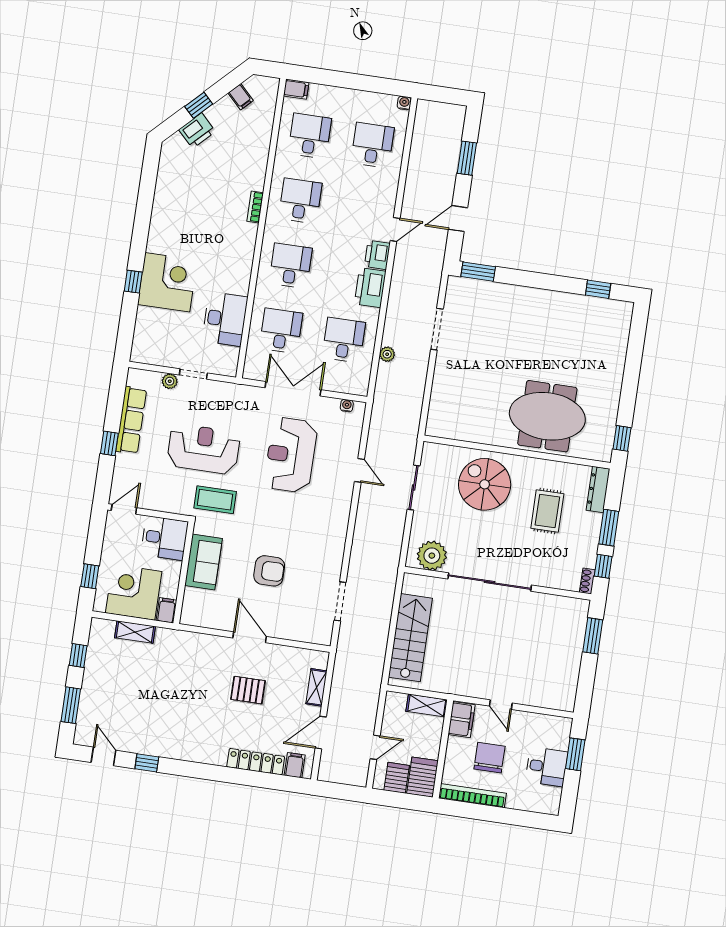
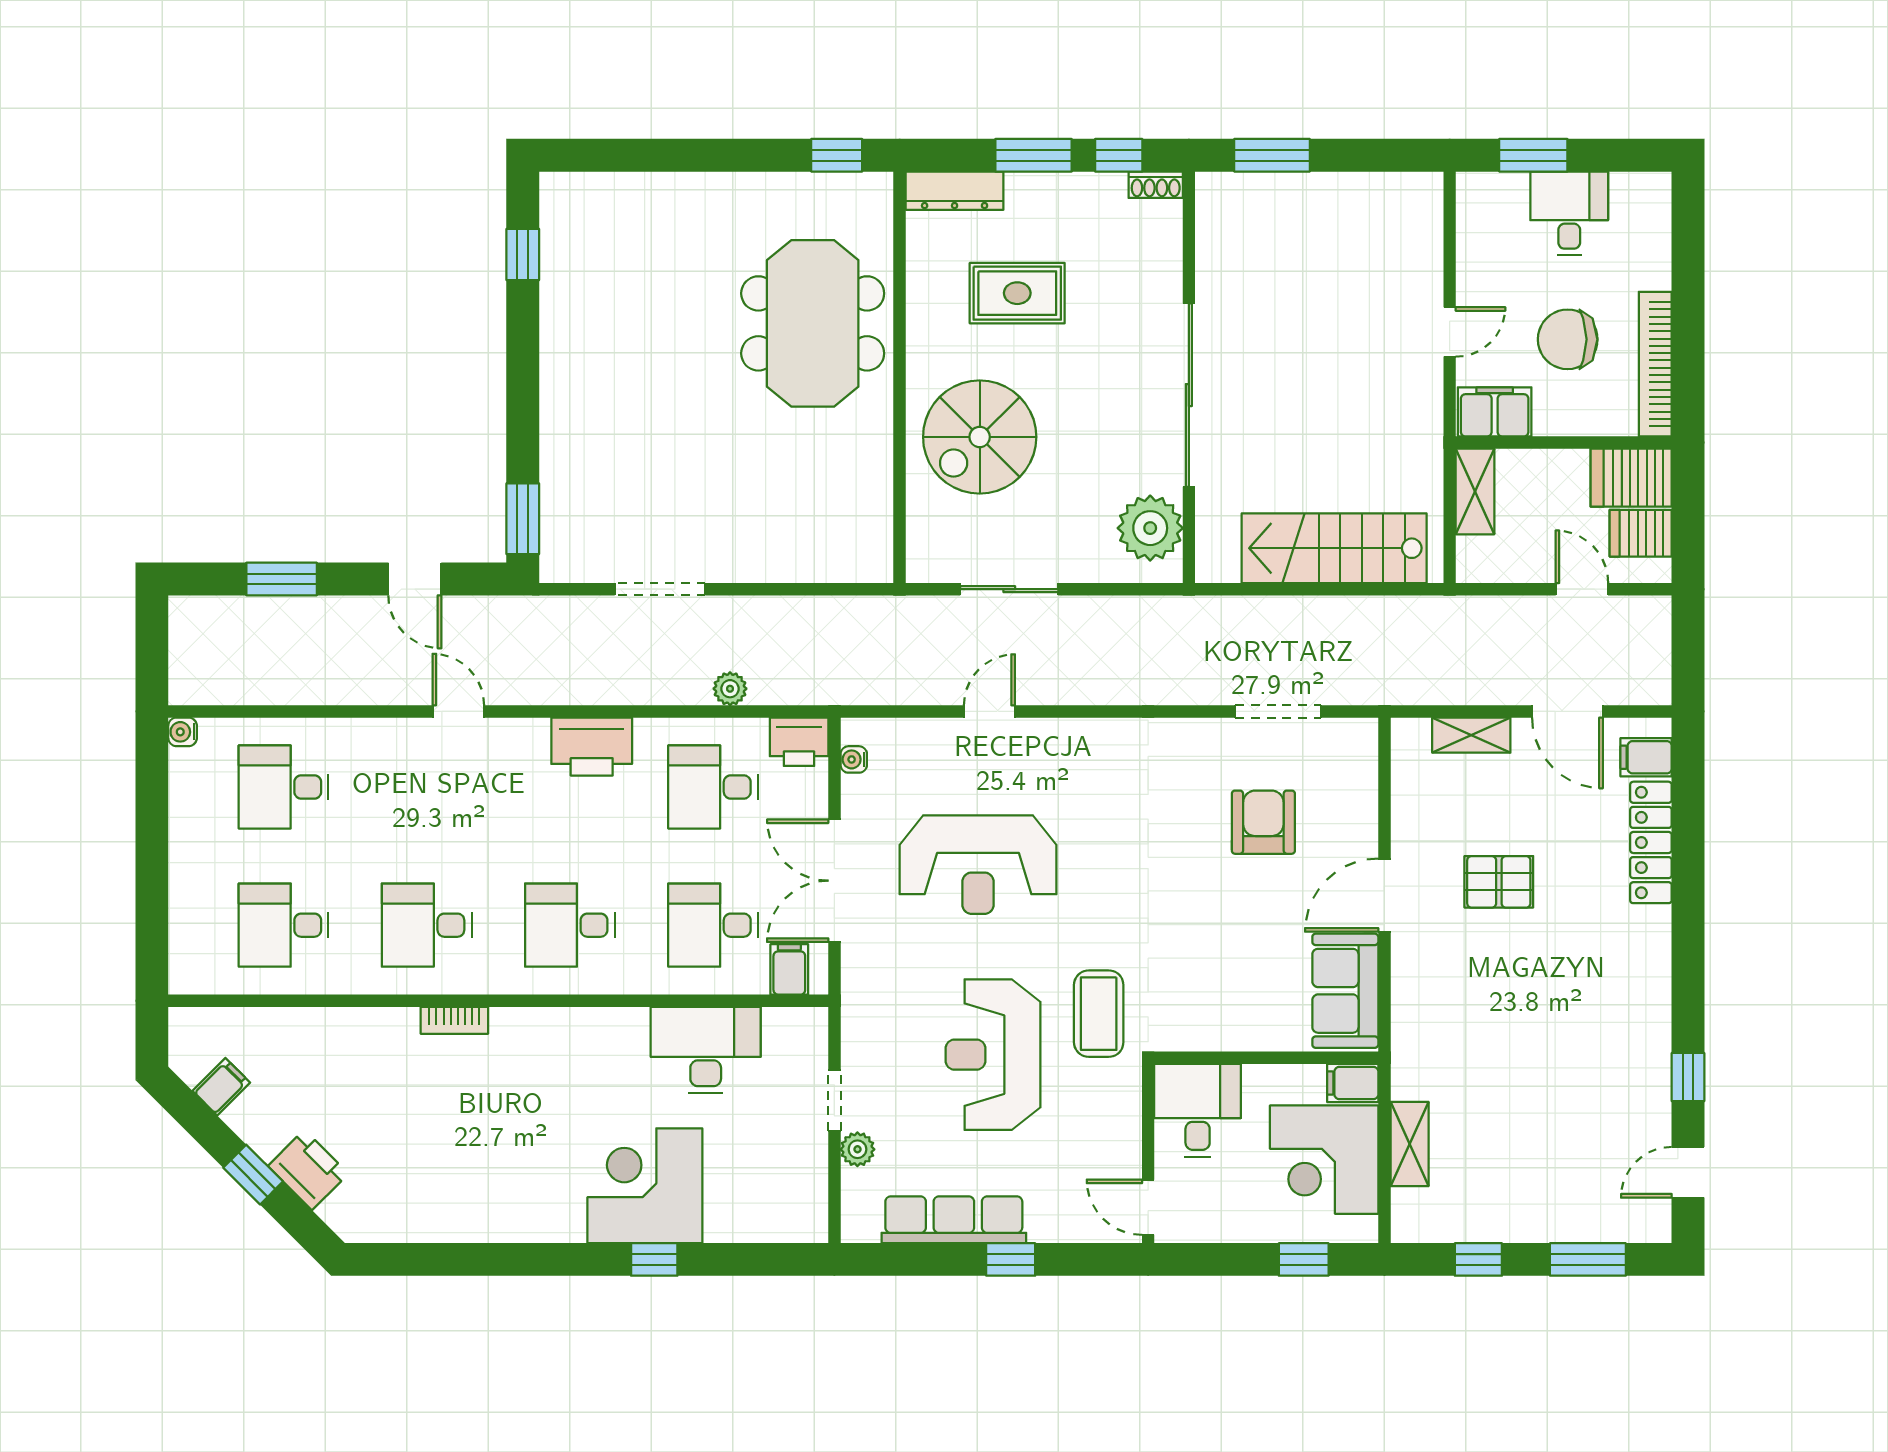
filing cabinet: (296, 89) -> (789, 969), moved
printer: (377, 255) -> (799, 742), moved
sofa: (204, 562) -> (1345, 991), moved, turned -90
armchair: (269, 571) -> (1263, 822), moved
pallet: (248, 690) -> (1499, 882), turned 90

